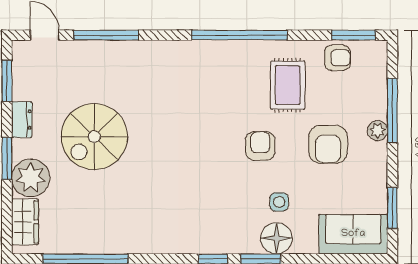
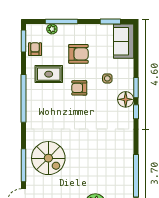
plant: (378, 131) -> (52, 29), moved
spiral stairs: (94, 137) -> (48, 158), moved
floor lamp: (276, 238) -> (126, 99), moved

